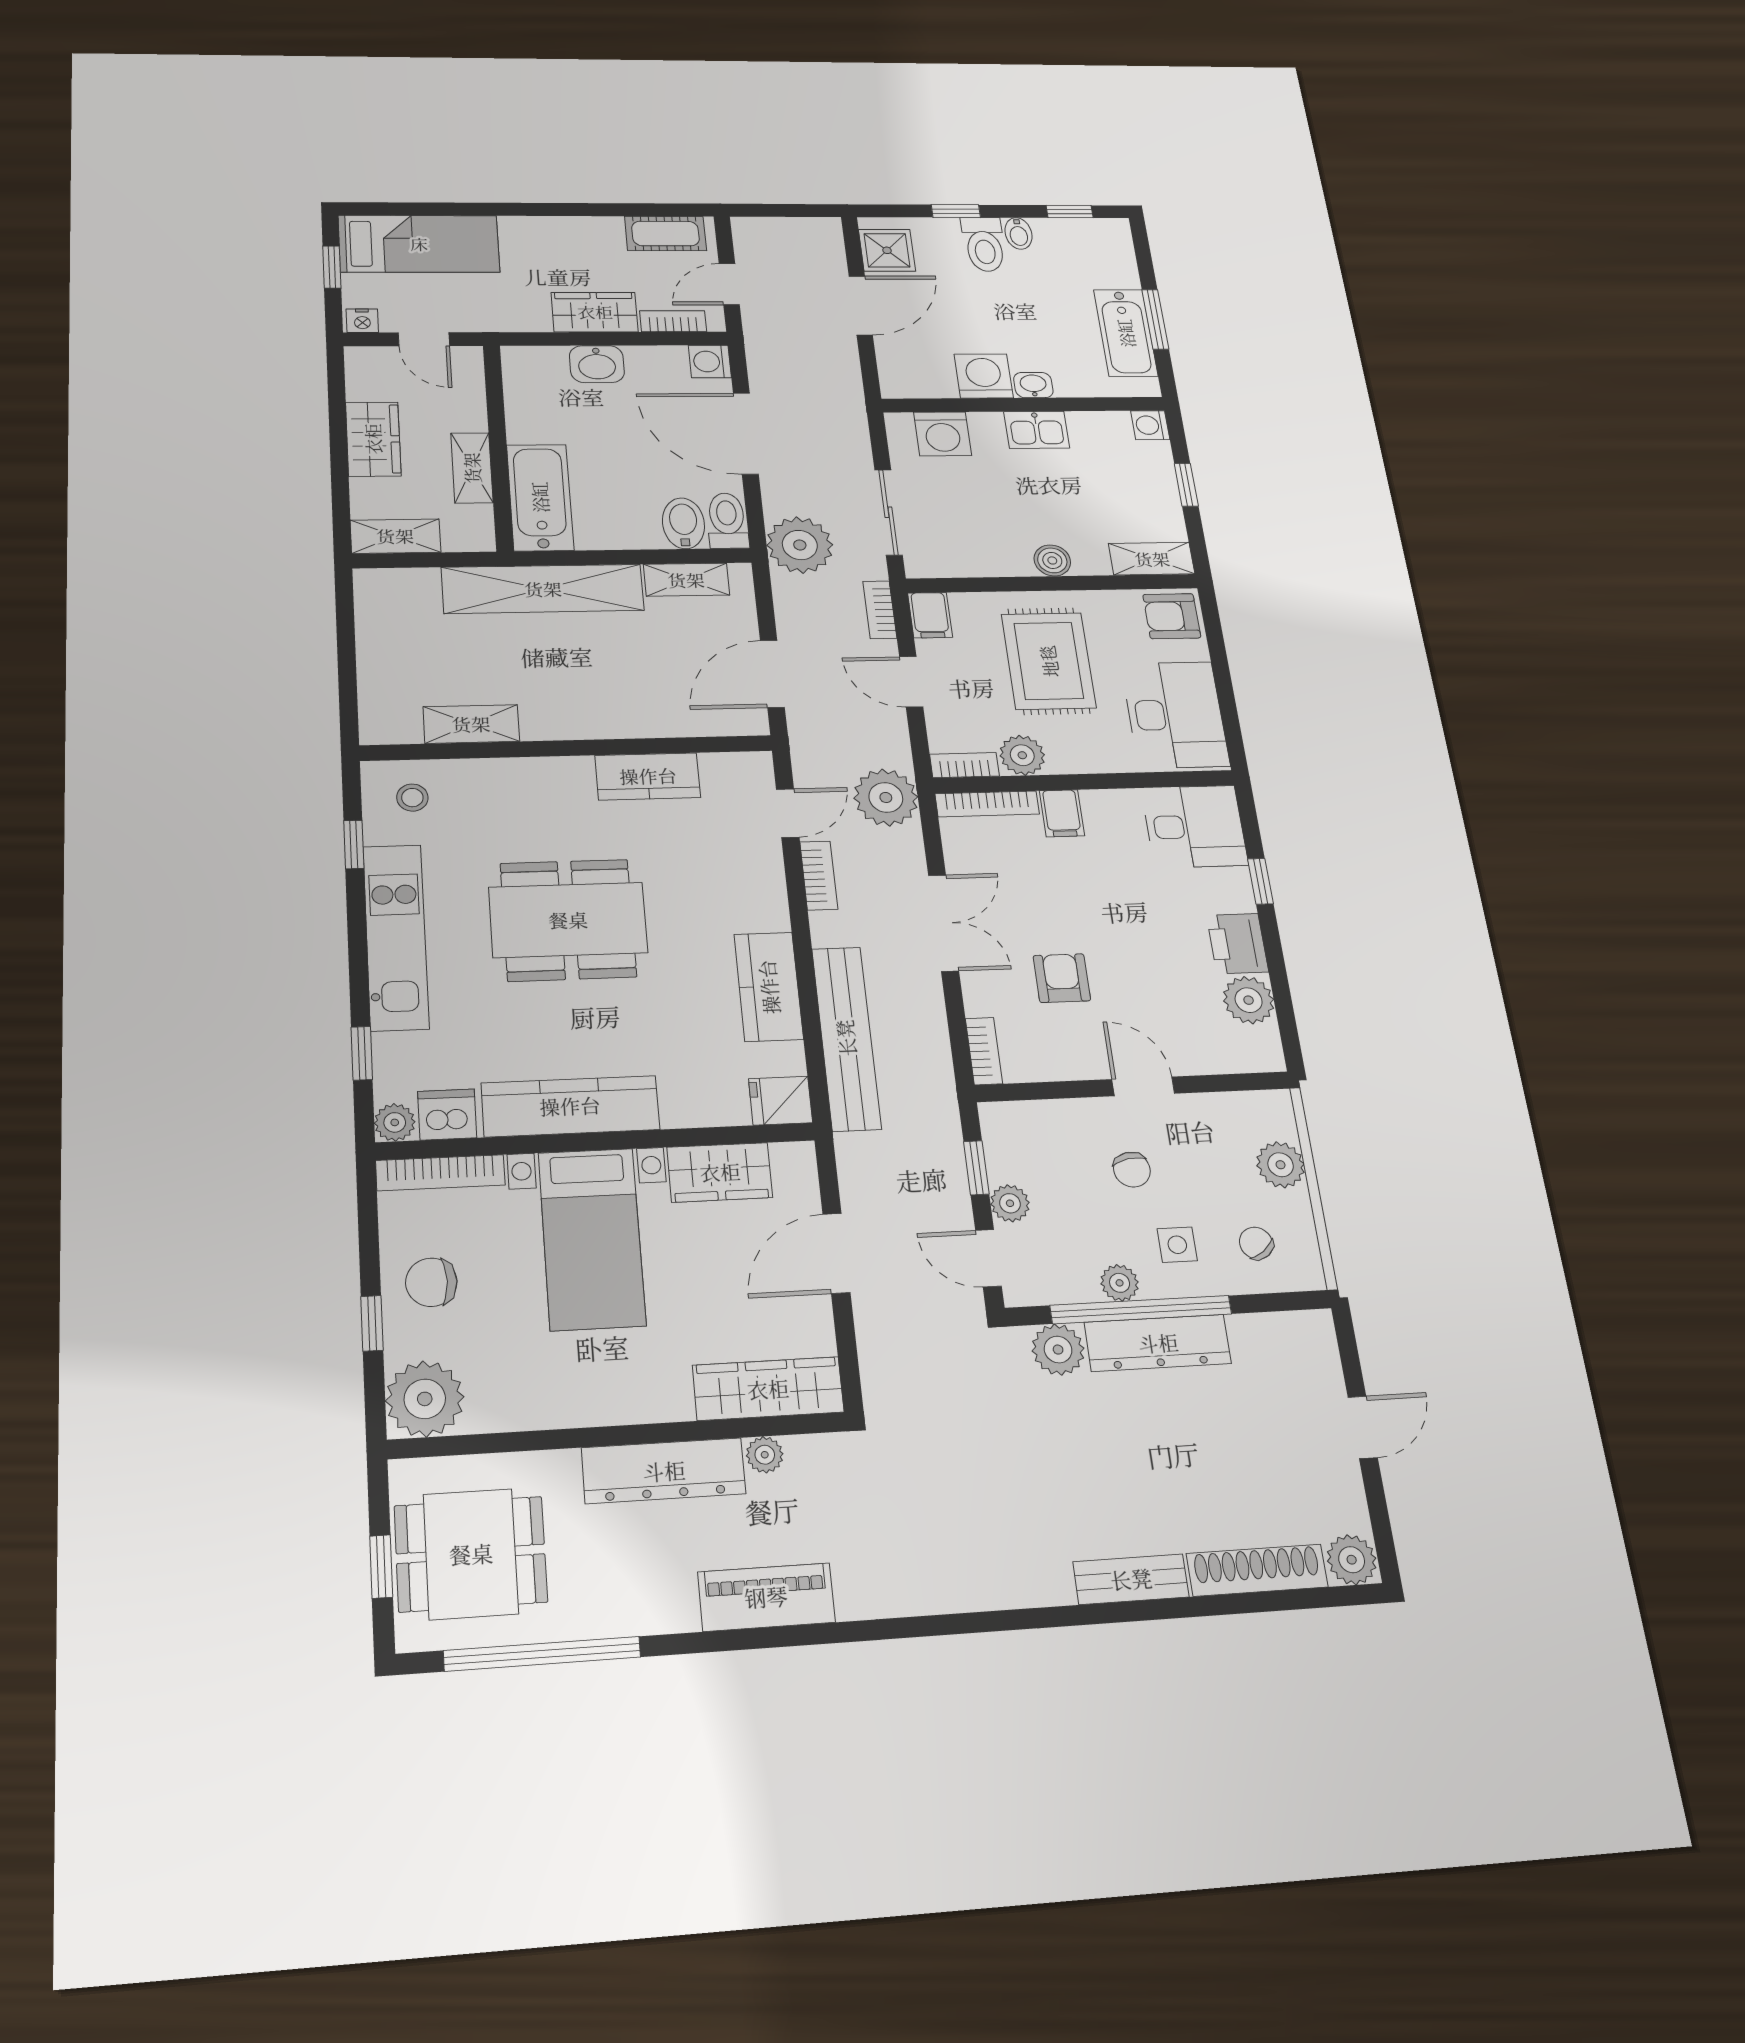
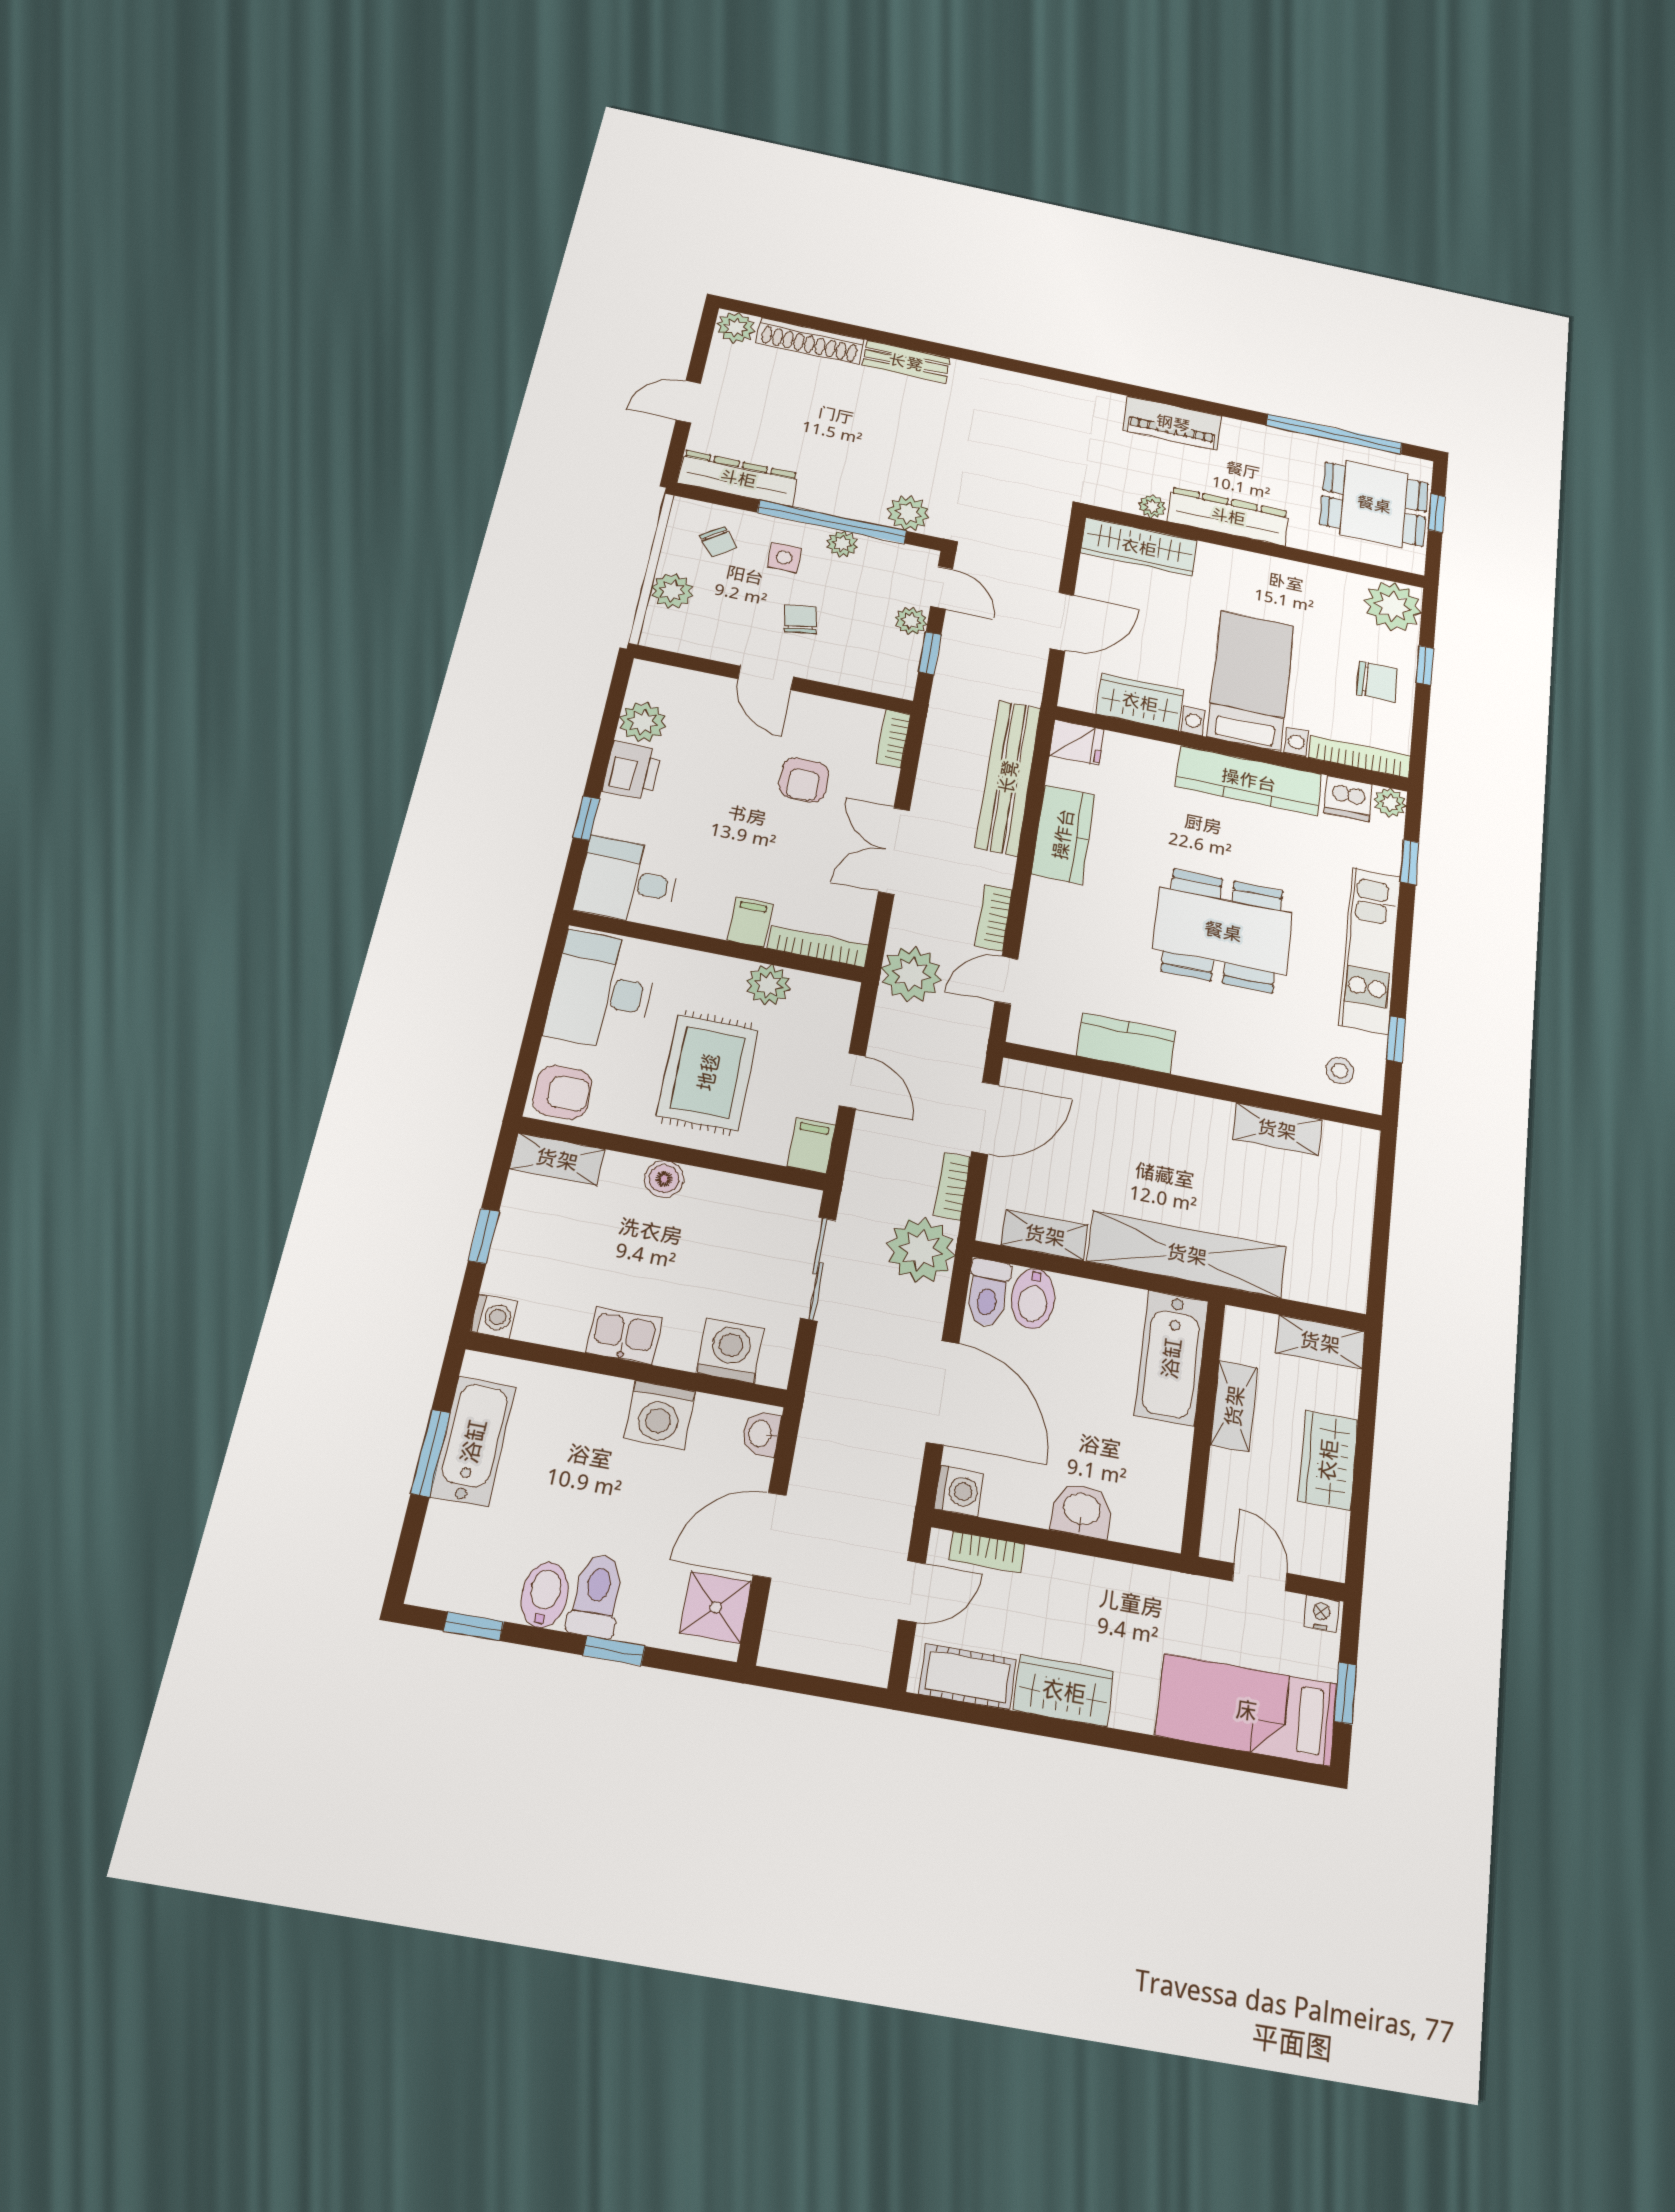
bidet: (1018, 233) -> (545, 1595), width x1.38, depth x1.36
wardrobe: (595, 312) -> (1064, 1691), moved, turned 180
washbasin: (1033, 385) -> (761, 1434), moved, turned 90
bookcase: (880, 610) -> (952, 1186), moved, turned 180
bookcase: (964, 765) -> (827, 988), removed
dresser: (1158, 1343) -> (738, 478), moved

